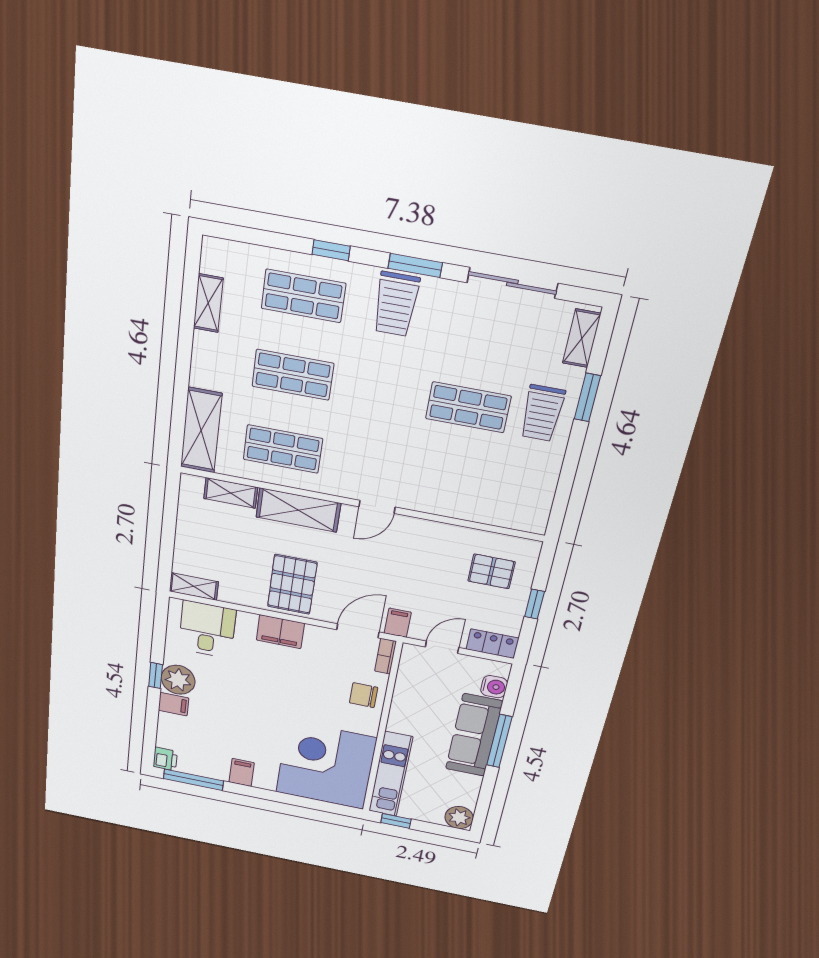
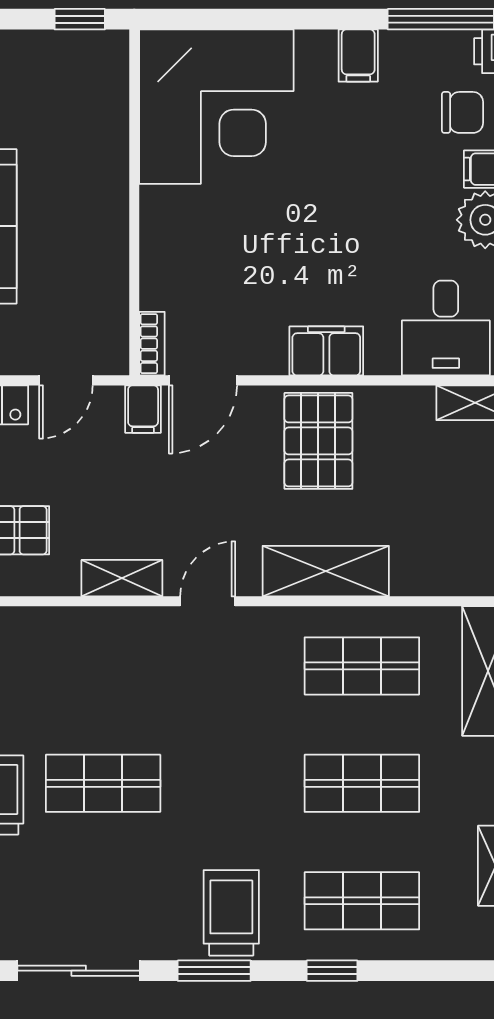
shelving: (231, 493) -> (122, 578), moved
chair: (364, 695) -> (462, 112), moved
kitchen unit: (391, 774) -> (105, 115), removed

